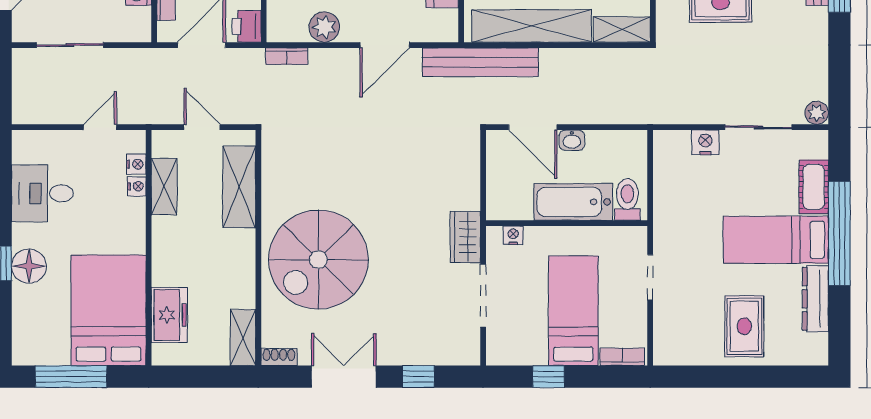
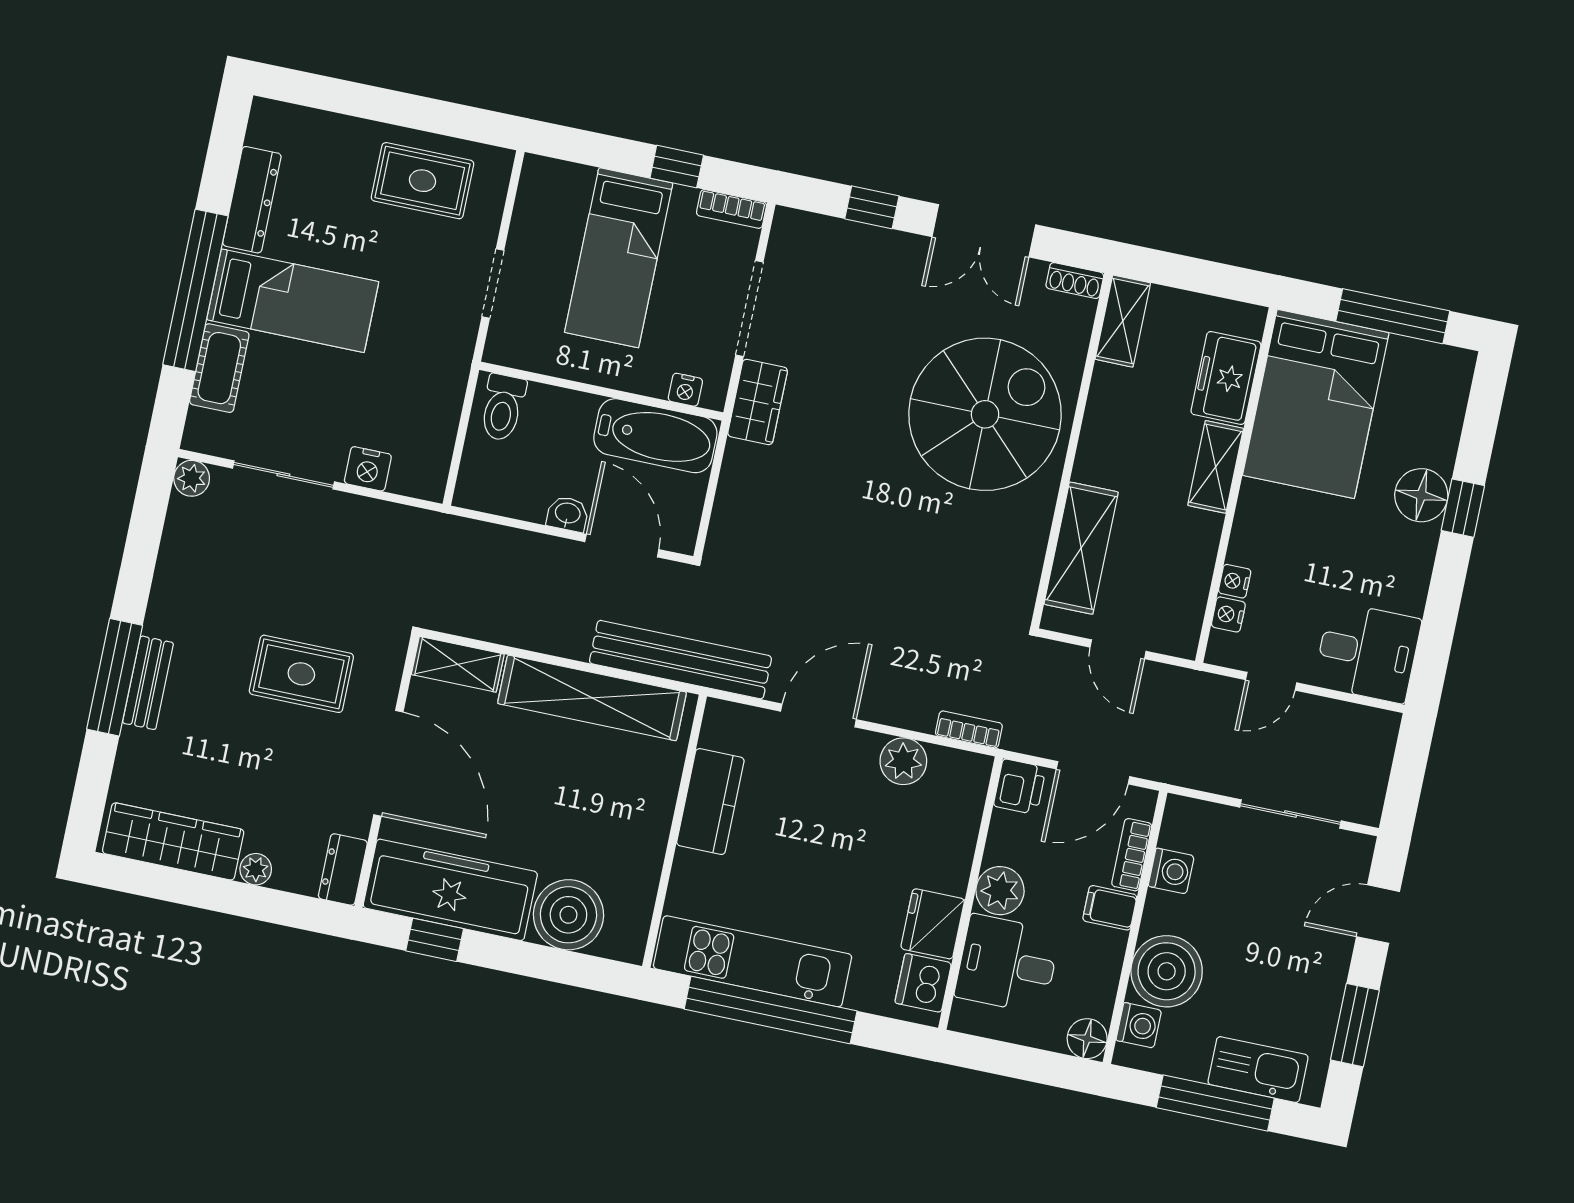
shelving: (164, 187) -> (1216, 467), moved
desk: (42, 193) -> (1367, 652), moved
bathtub: (573, 202) -> (655, 436), moved
rug: (744, 326) -> (423, 181), moved, turned 90
bookcase: (622, 357) -> (732, 209), moved

